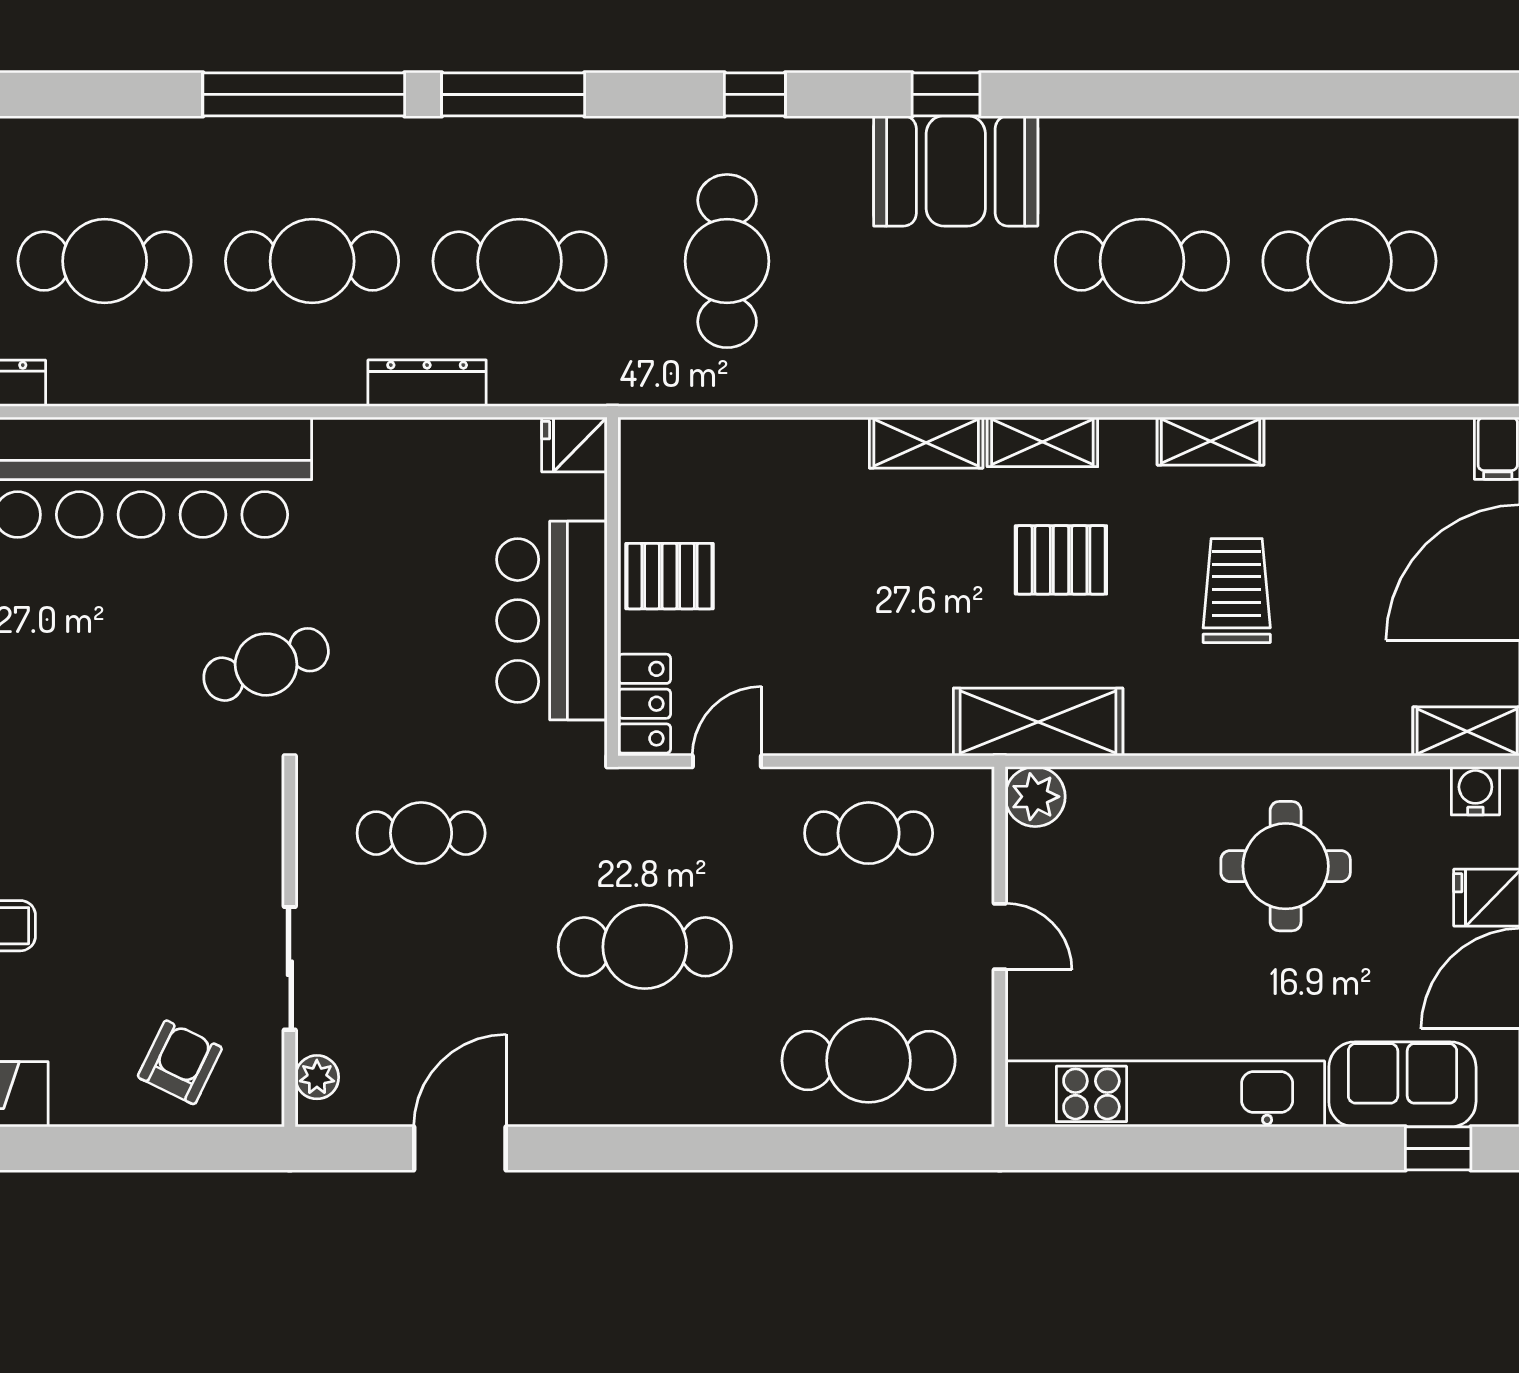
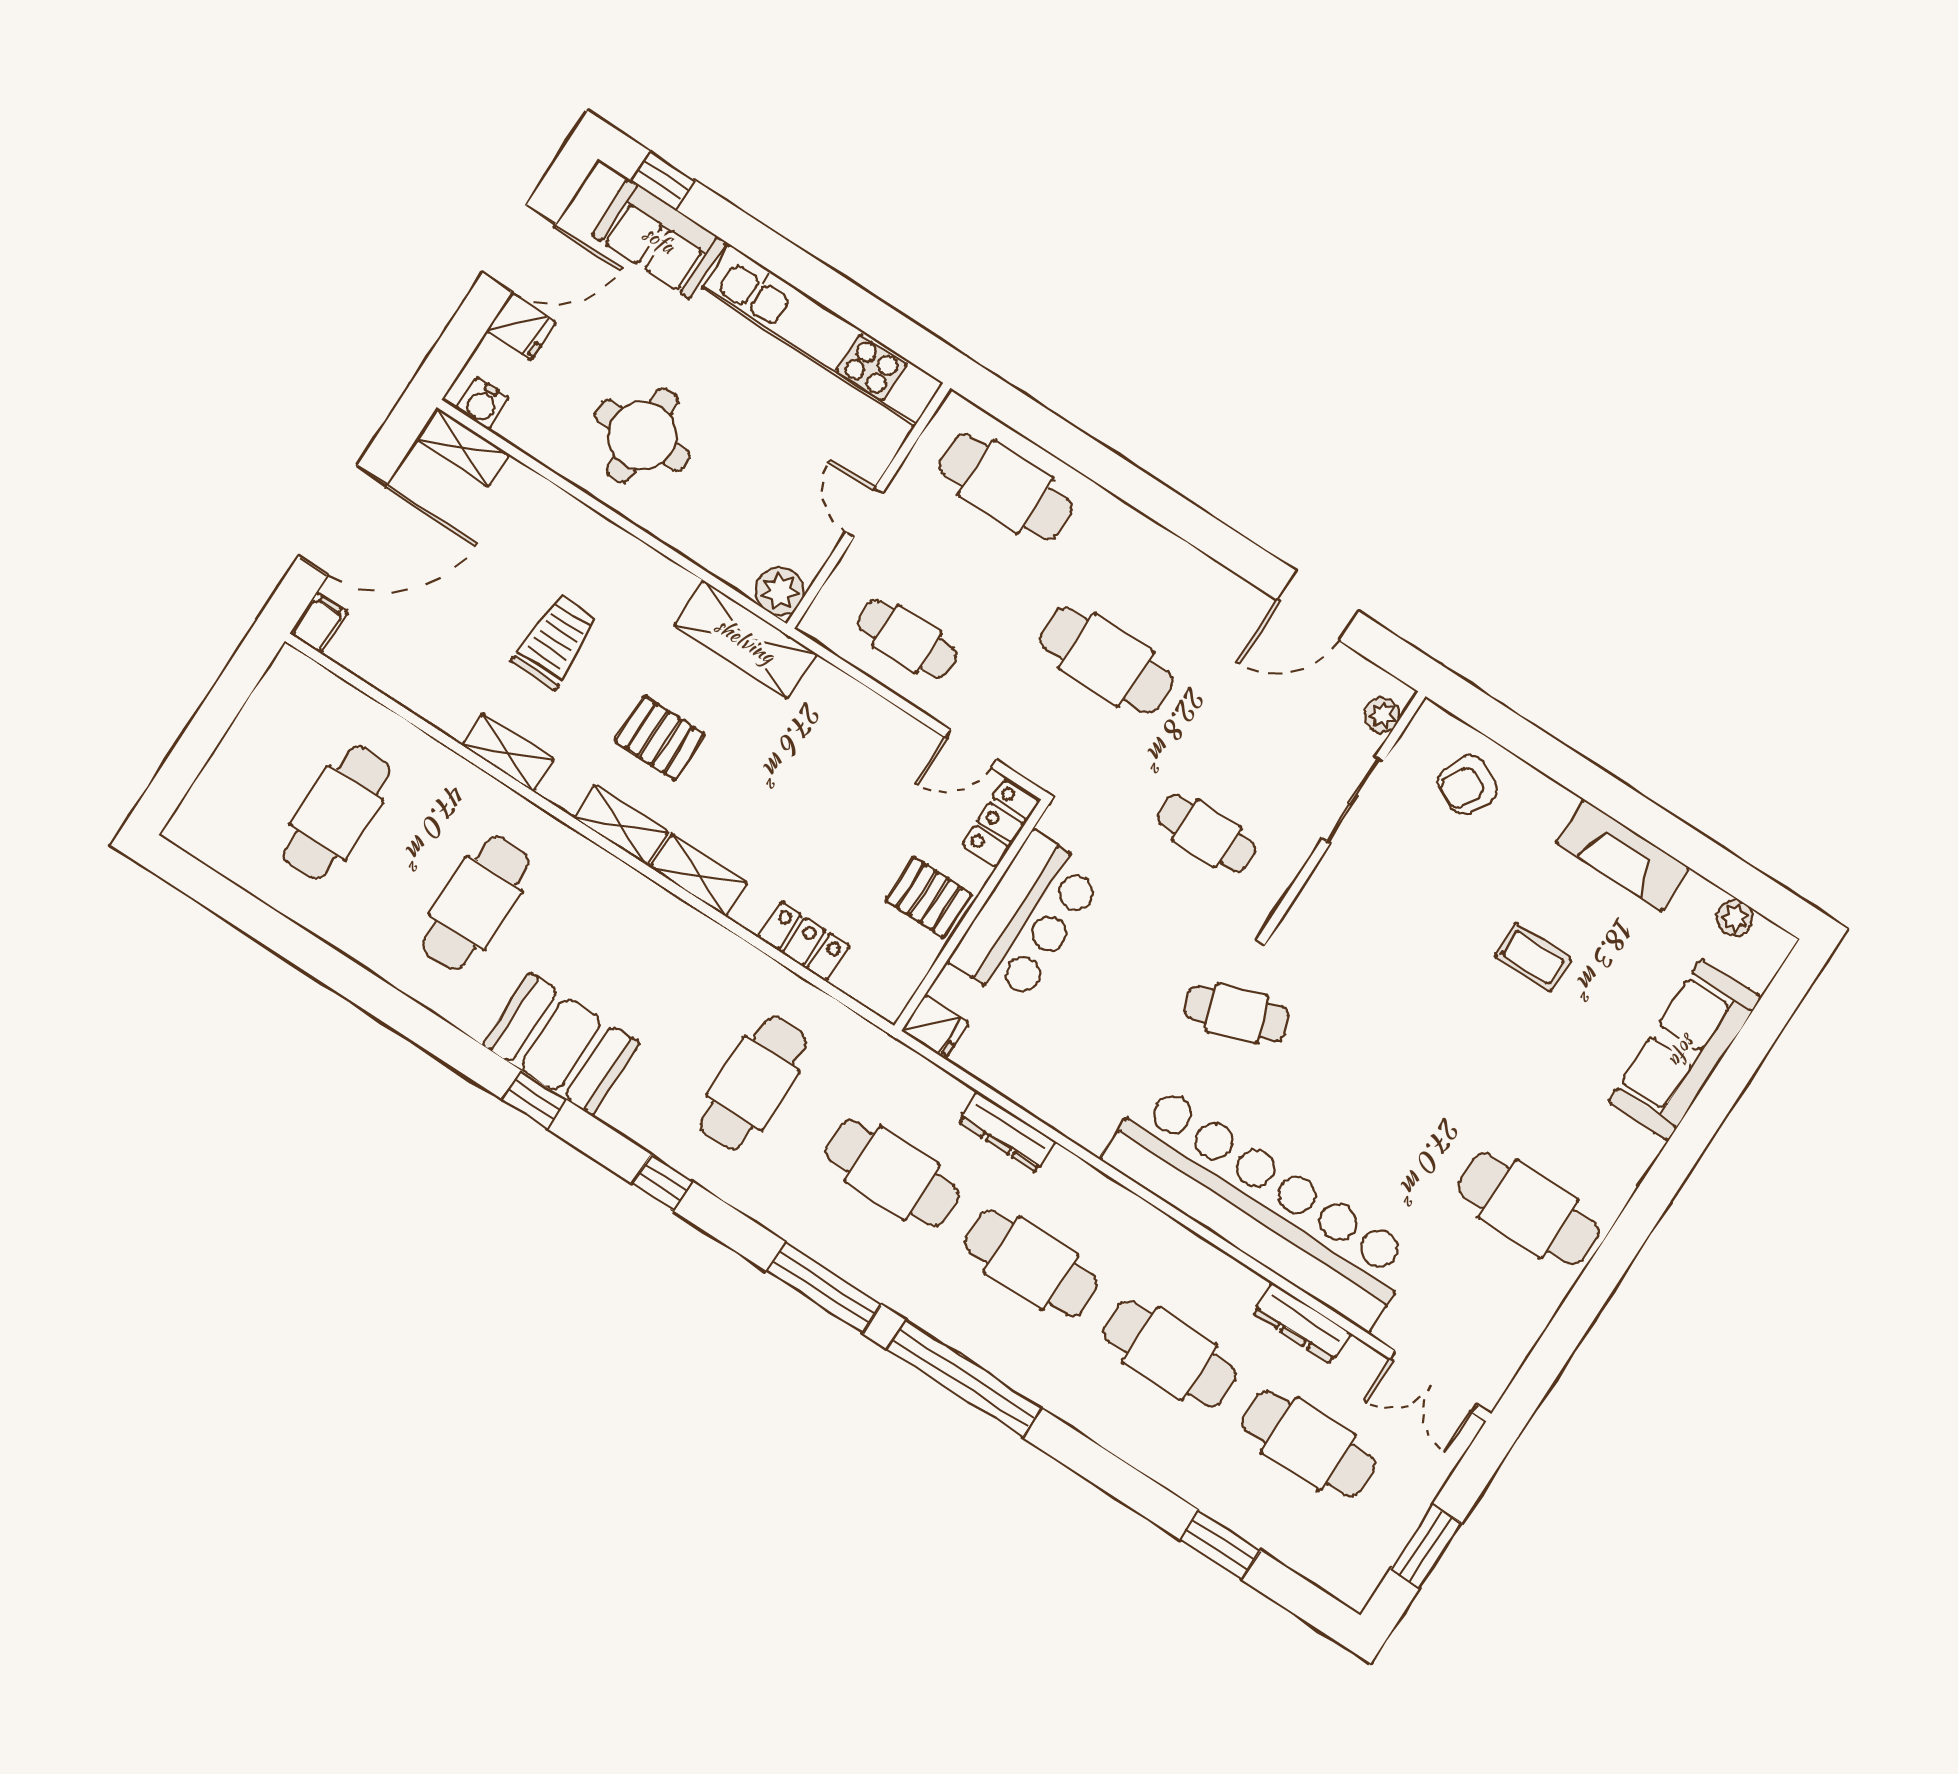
cafe table: (1142, 261) -> (476, 903), turned 90
cafe table: (1349, 261) -> (337, 813), turned 90
locker: (770, 444) -> (804, 942), added
trolley: (1237, 591) -> (555, 641), turned 180

